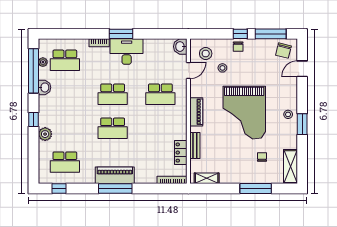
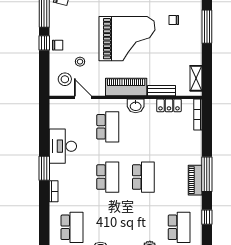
washbasin: (180, 47) -> (136, 106), moved
desk: (127, 52) -> (63, 146), moved
piano: (196, 112) -> (126, 87), width x1.37, depth x1.33
piano: (115, 175) -> (195, 180), width x0.73, depth x0.75
window: (59, 189) -> (207, 217), moved

